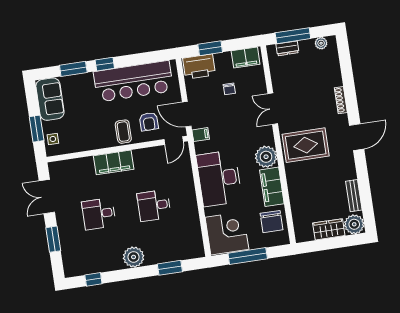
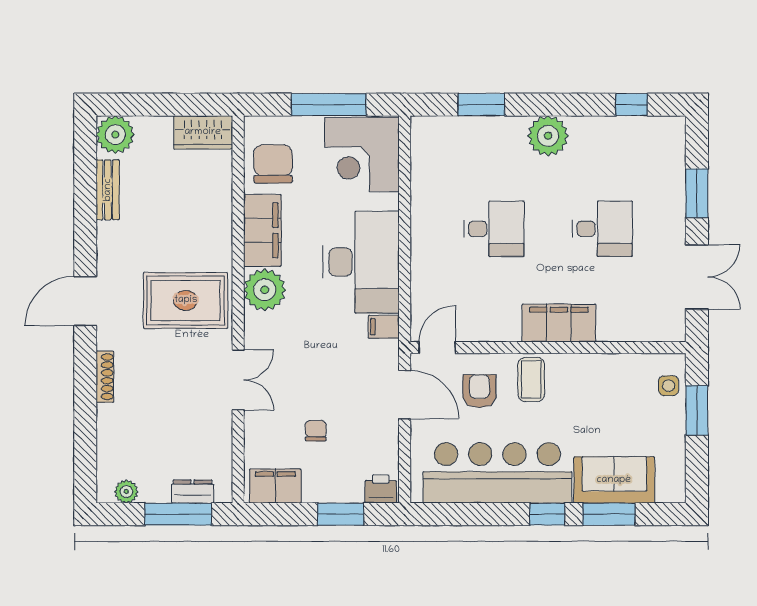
printer: (199, 67) -> (381, 489), width x0.53, depth x0.68
sofa: (50, 99) -> (614, 480), moved, turned 90
filing cabinet: (201, 135) -> (384, 327), moved
wardrobe: (329, 229) -> (203, 132), moved

